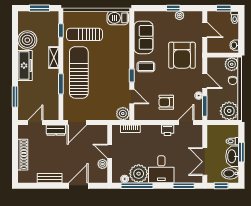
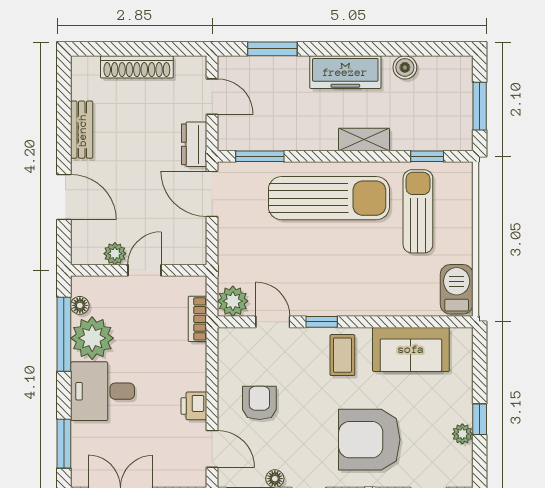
boiler: (27, 40) -> (405, 67), width x0.54, depth x0.54
window: (61, 84) -> (260, 156), moved
door: (132, 96) -> (273, 322), swing flipped

